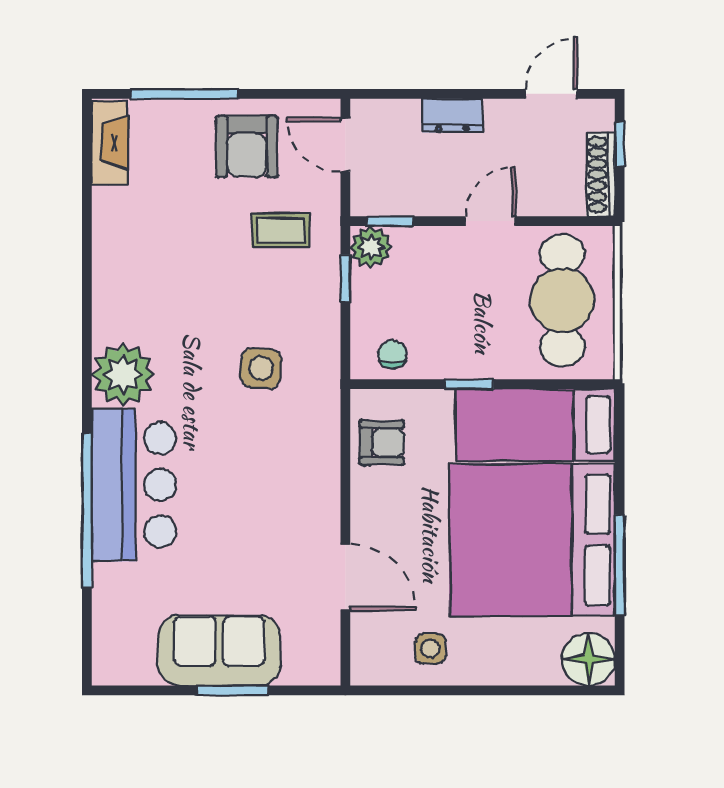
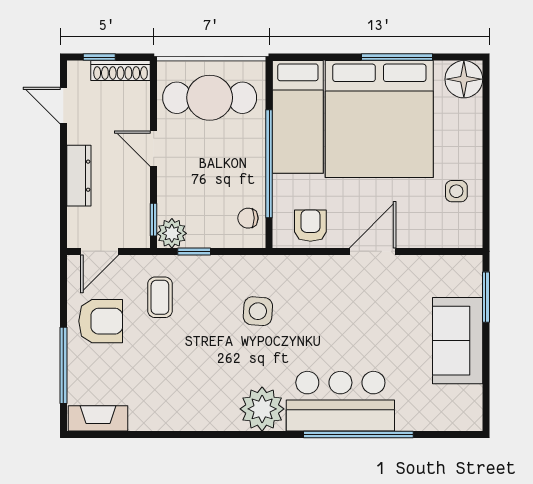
dresser: (452, 116) -> (79, 176), width x1.44
window: (469, 384) -> (269, 164), width x3.17
door: (345, 577) -> (373, 251), moved
window: (232, 690) -> (486, 297), moved

